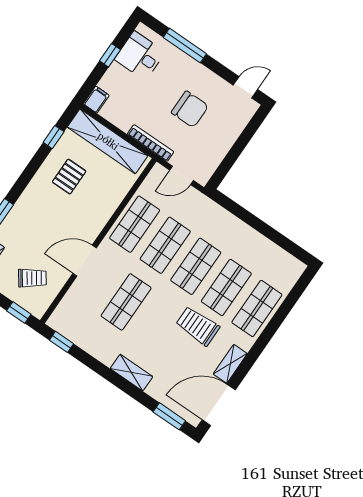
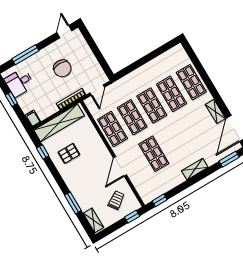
chair: (190, 109) -> (62, 68), turned 90
pallet: (69, 177) -> (69, 153), turned 90
trolley: (198, 326) -> (186, 120), removed

